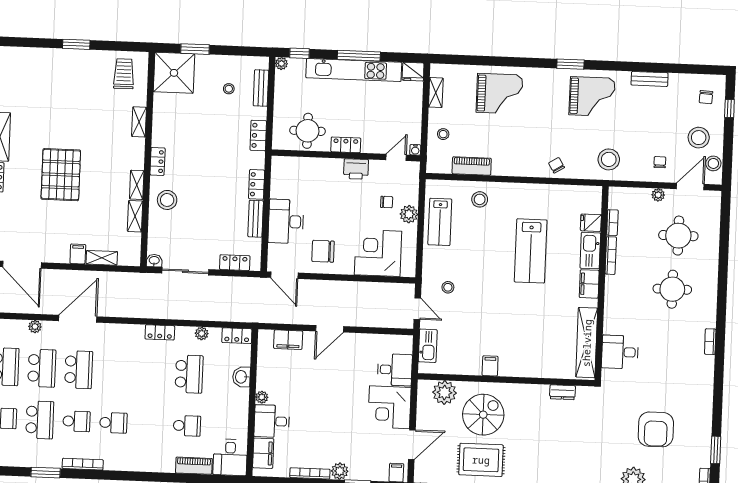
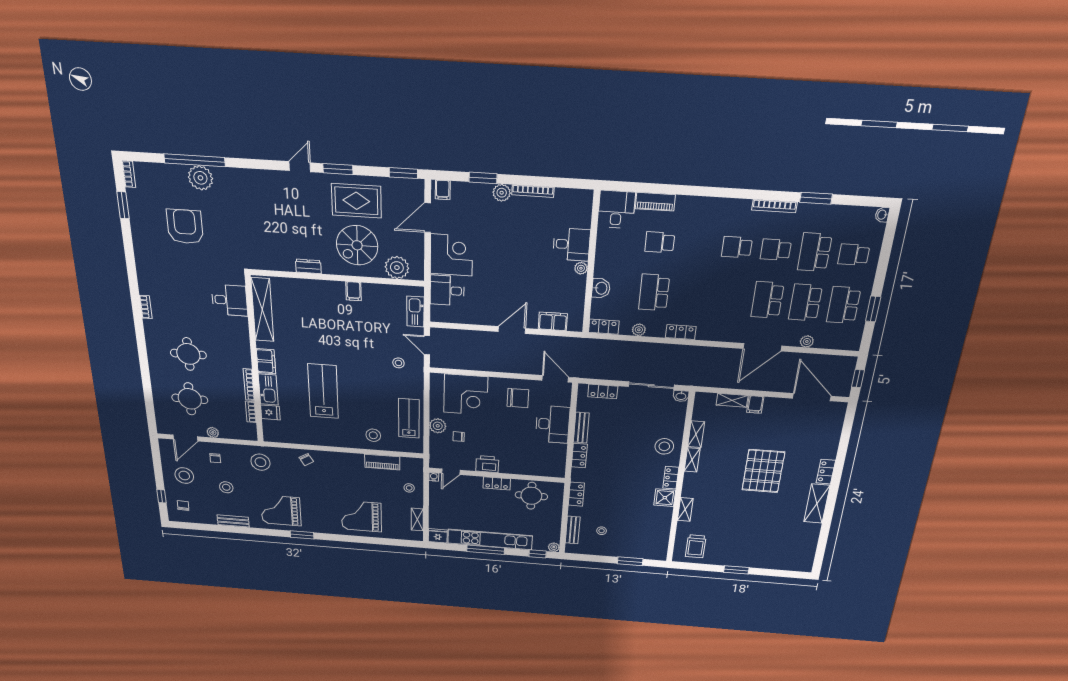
shower: (174, 73) -> (665, 498), moved, width x0.54, depth x0.54
stool: (713, 163) -> (226, 487), moved
dresser: (562, 392) -> (308, 266), moved
filing cabinet: (263, 453) -> (581, 213), removed

